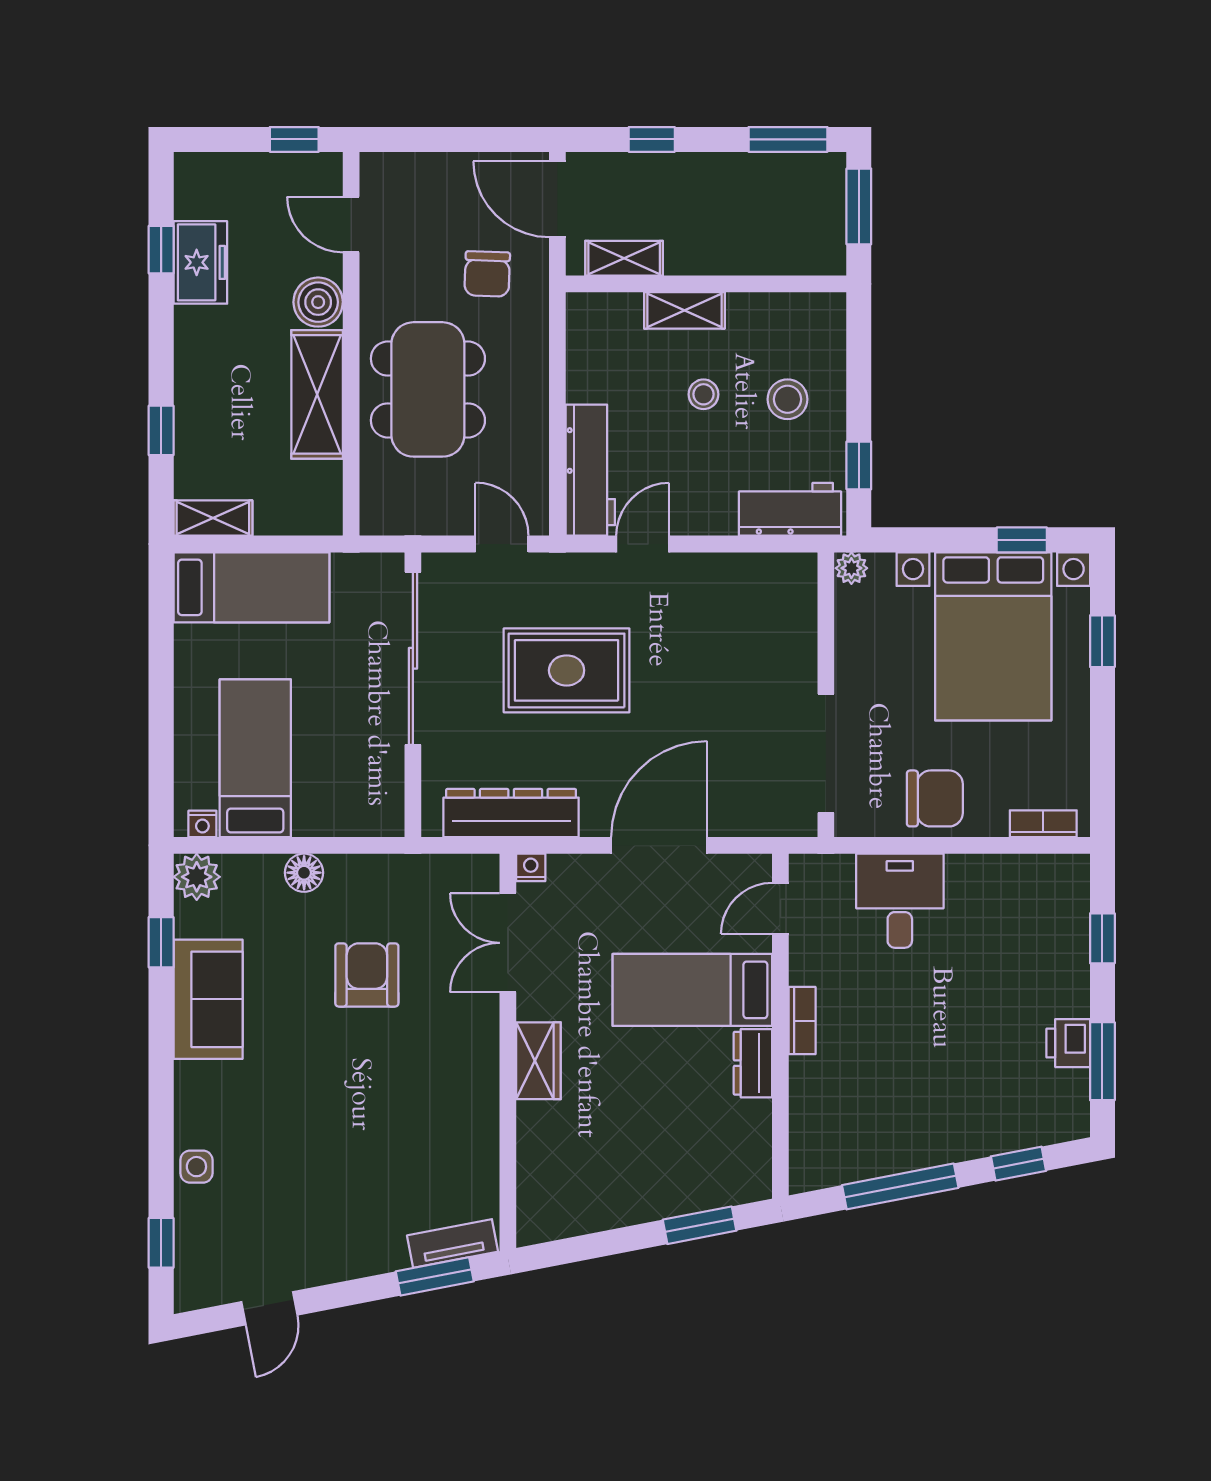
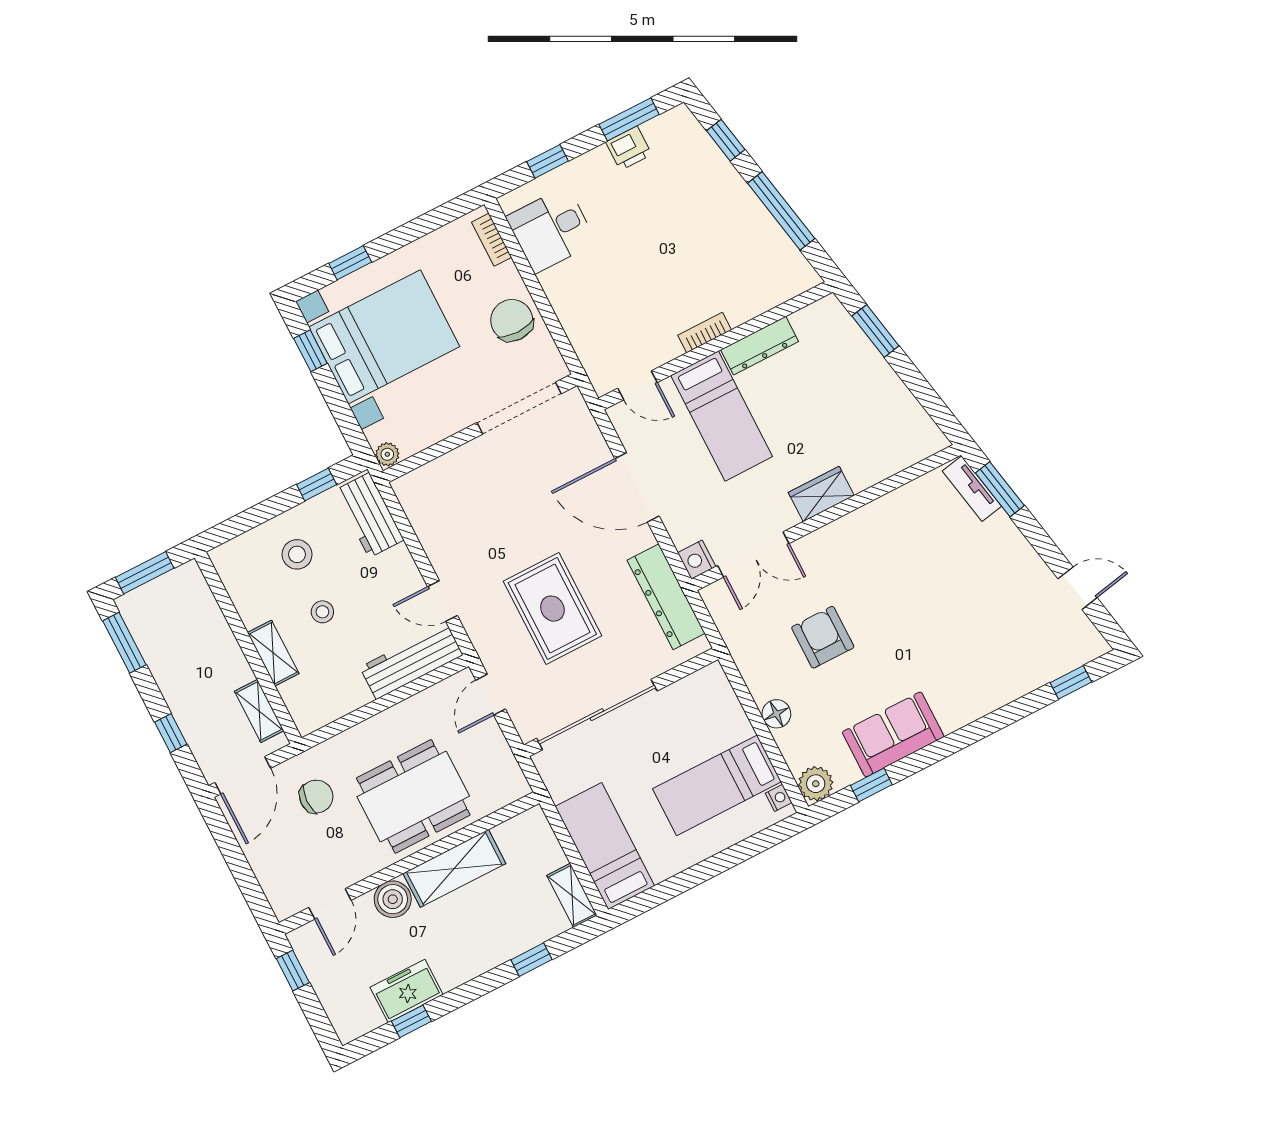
nightstand: (531, 867) -> (697, 560), width x1.39, depth x1.35
desk: (900, 901) -> (551, 230), moved
armchair: (367, 975) -> (823, 637), turned 90
dresser: (753, 1063) -> (760, 346), width x1.44
side table: (196, 1167) -> (1008, 685), removed

